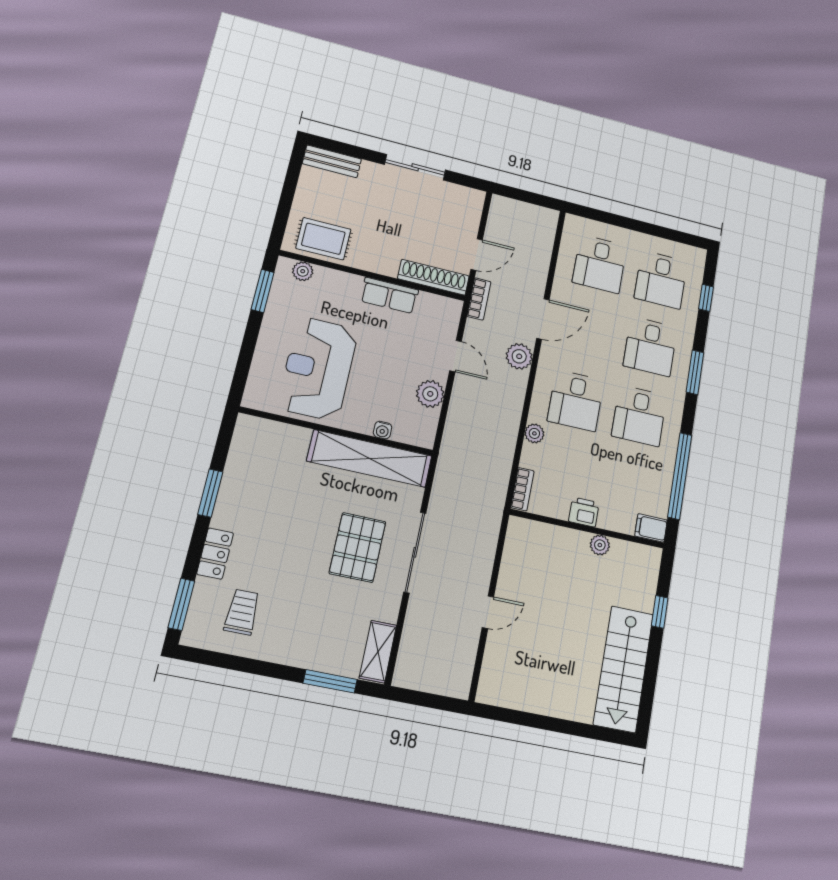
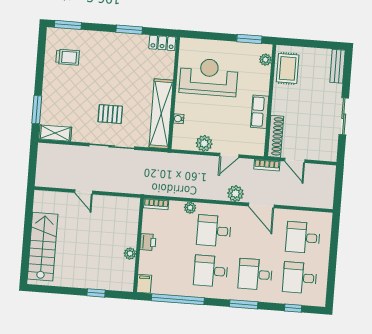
pallet: (358, 547) -> (110, 114), width x0.67, depth x0.71
locker: (215, 554) -> (162, 43), moved
stairs: (624, 669) -> (43, 247), moved, turned 90

